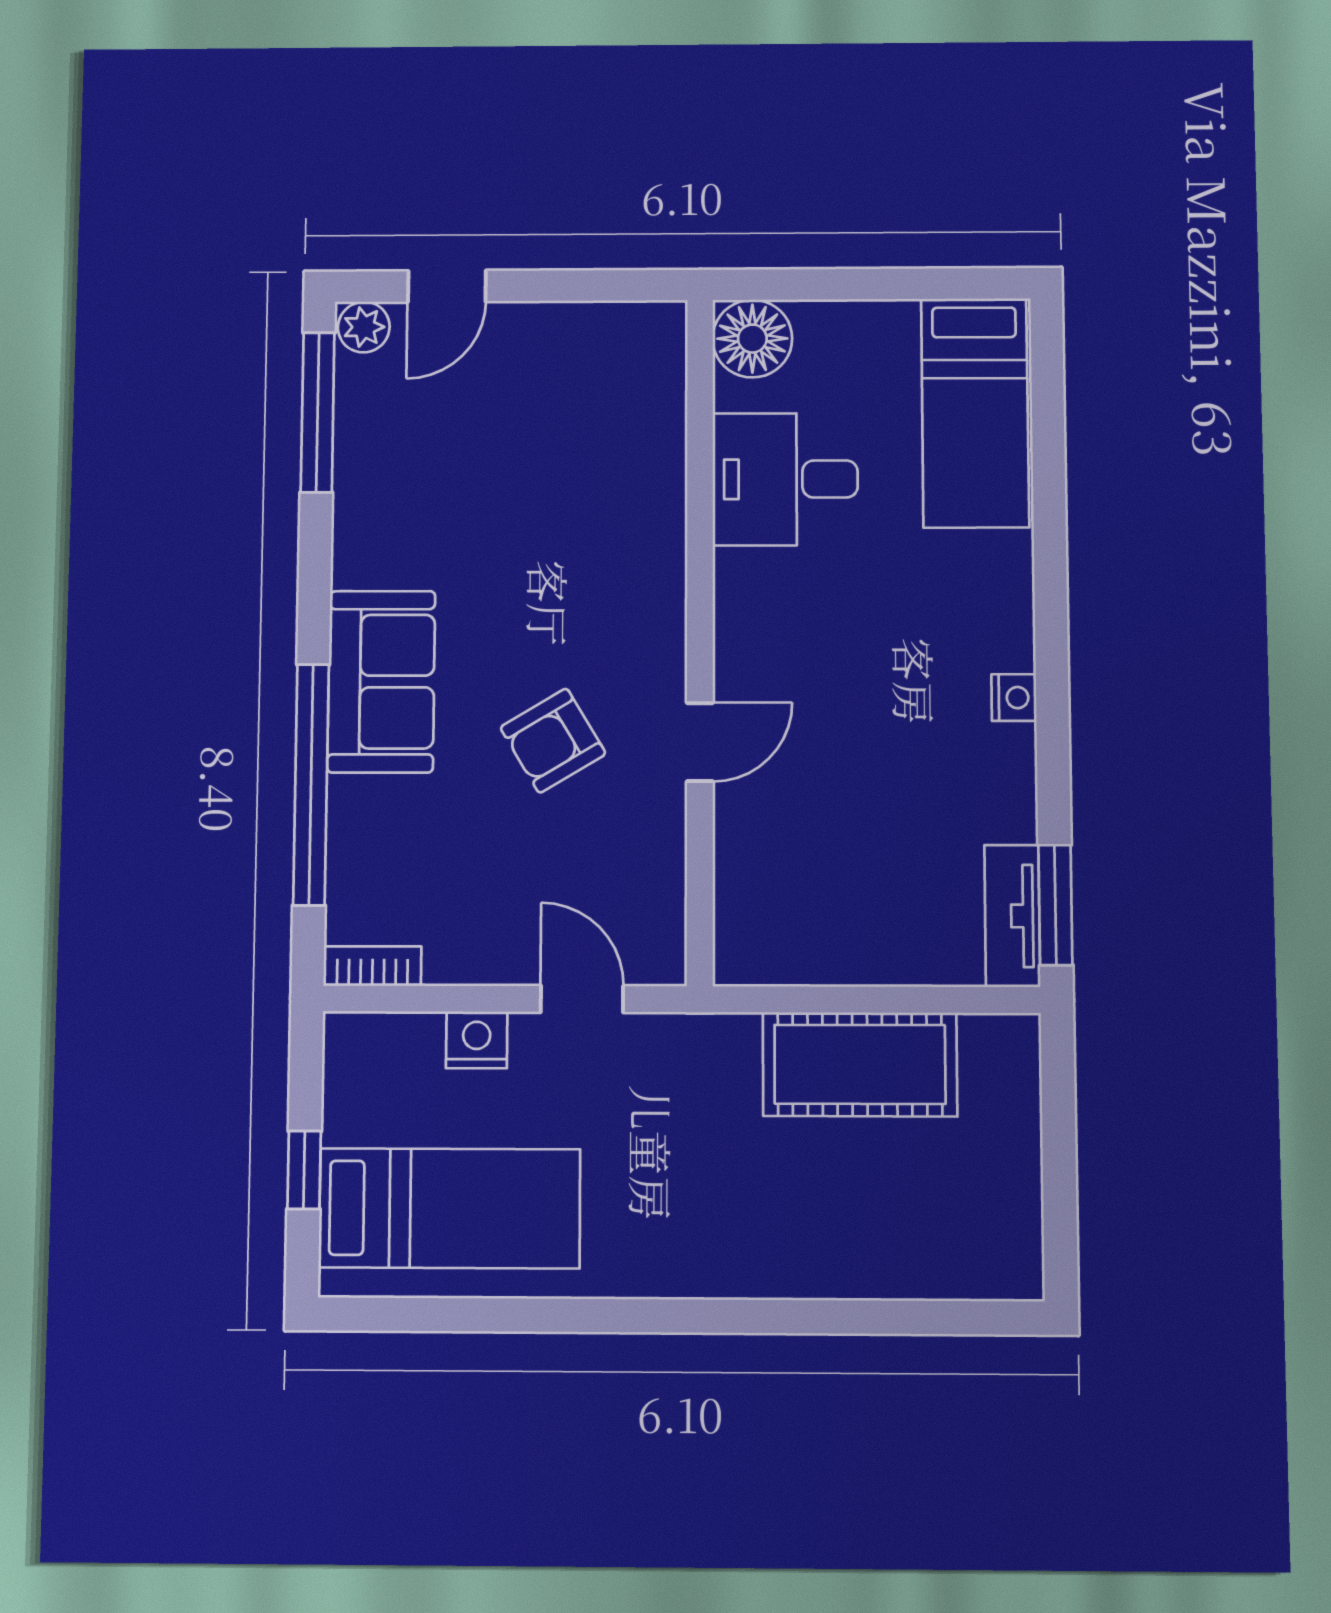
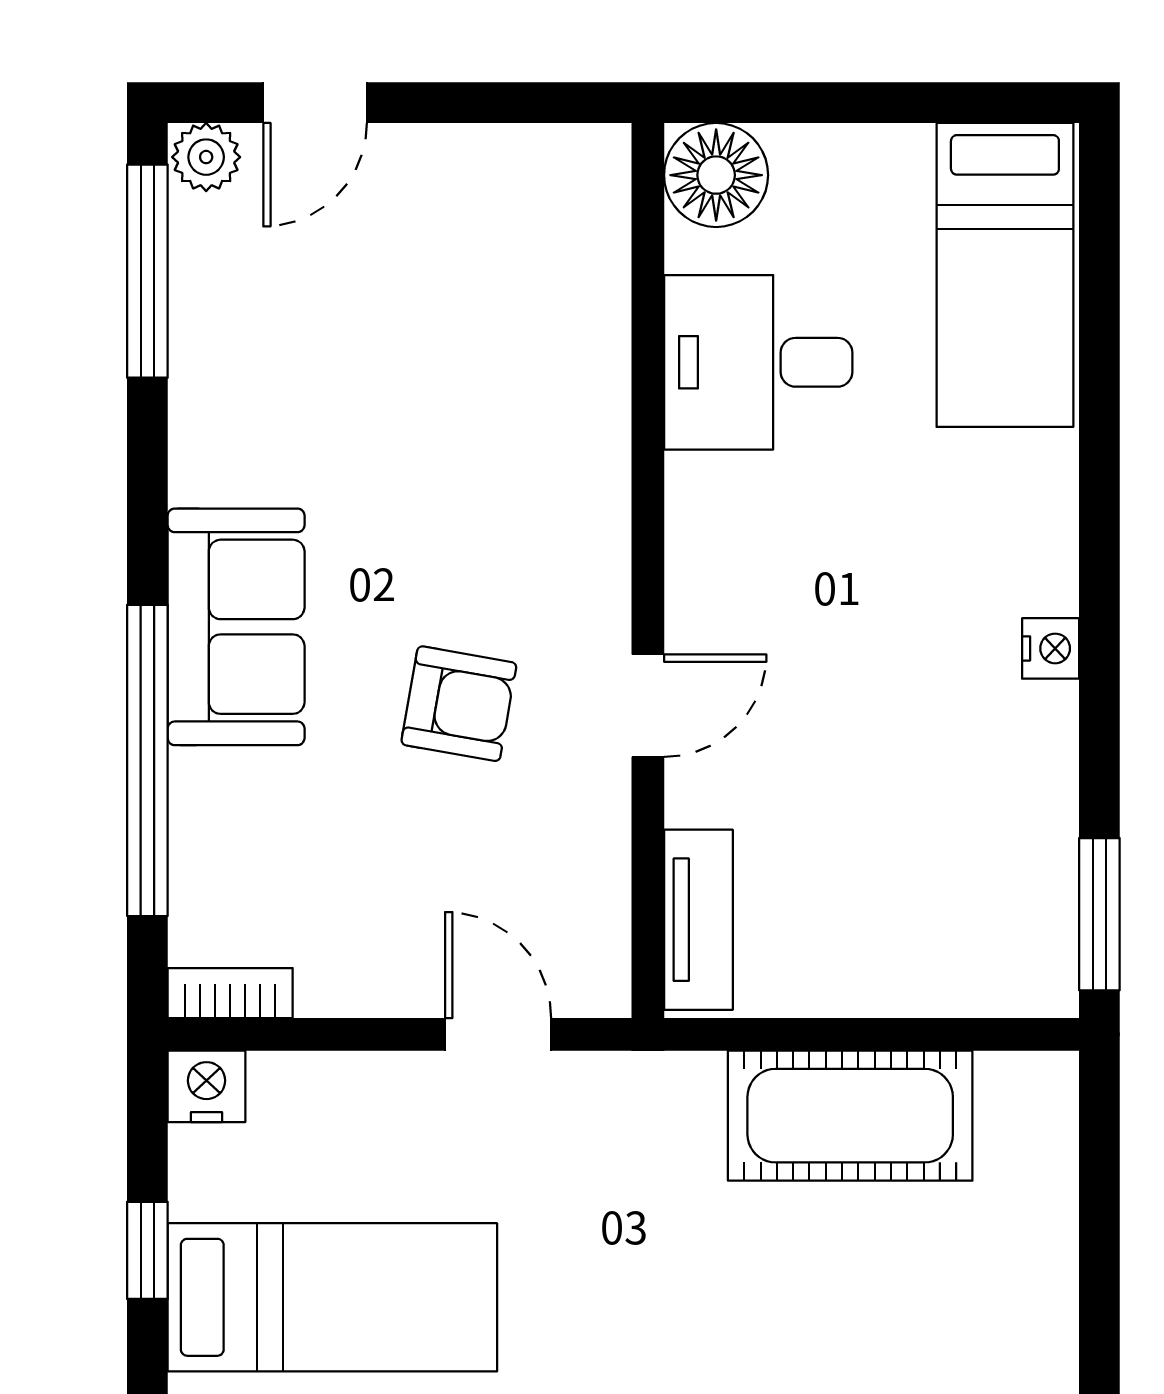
armchair: (553, 741) -> (459, 704), turned -139
tv unit: (1012, 916) -> (698, 920), moved, turned 180
nightstand: (477, 1040) -> (207, 1086), moved

